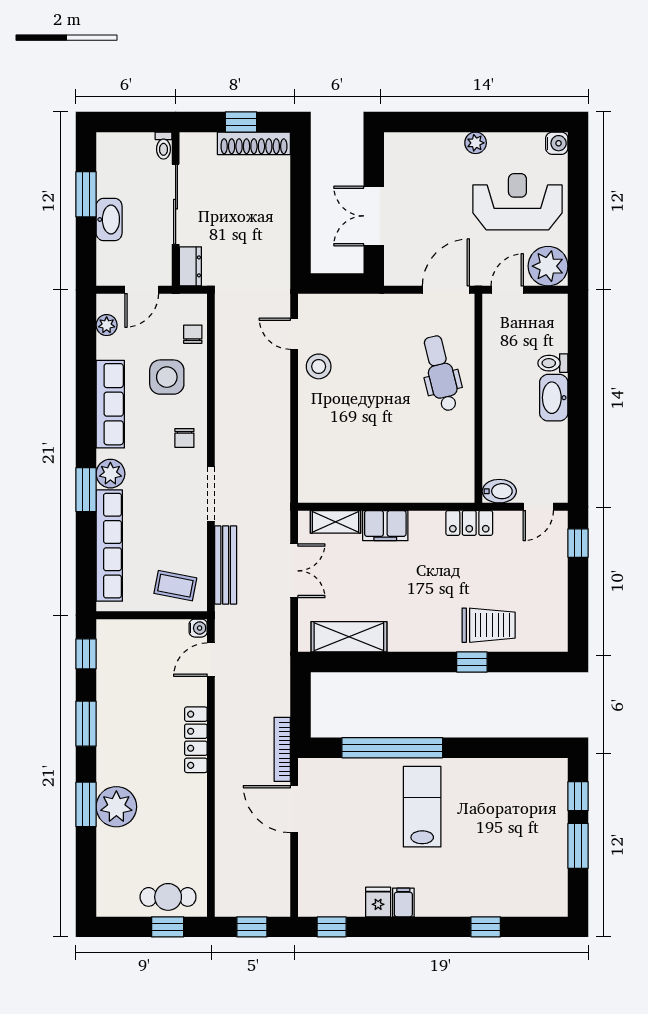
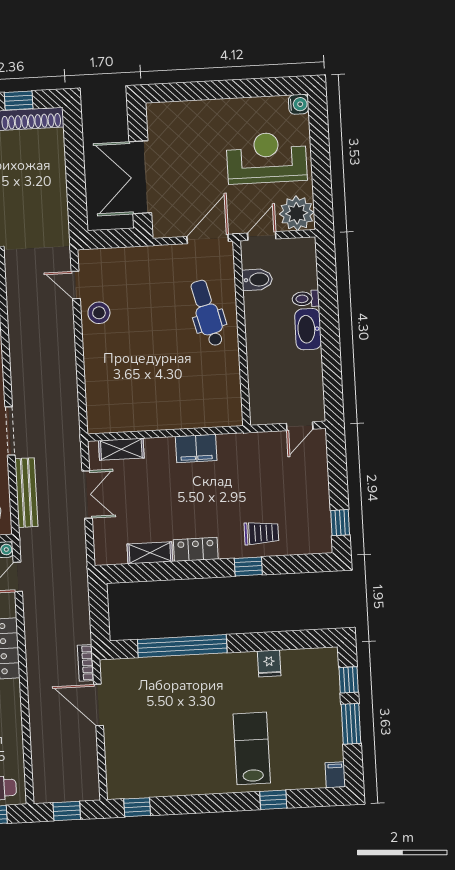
plant: (476, 143) -> (227, 108), removed
double door: (374, 216) -> (140, 177), width x1.37
bidet: (499, 491) -> (257, 280), moved
locker: (469, 523) -> (196, 549), moved, turned 180
filing cabinet: (385, 526) -> (196, 449), moved
window: (578, 543) -> (340, 523), moved
trolley: (489, 625) -> (261, 533), width x0.73, depth x0.72
shelving: (349, 637) -> (150, 553), width x0.67, depth x0.75
bookcase: (282, 749) -> (86, 663), width x0.64
lab bench: (422, 807) -> (252, 748), moved
fridge: (378, 902) -> (269, 663), moved, turned 180
filing cabinet: (403, 902) -> (335, 775), moved

